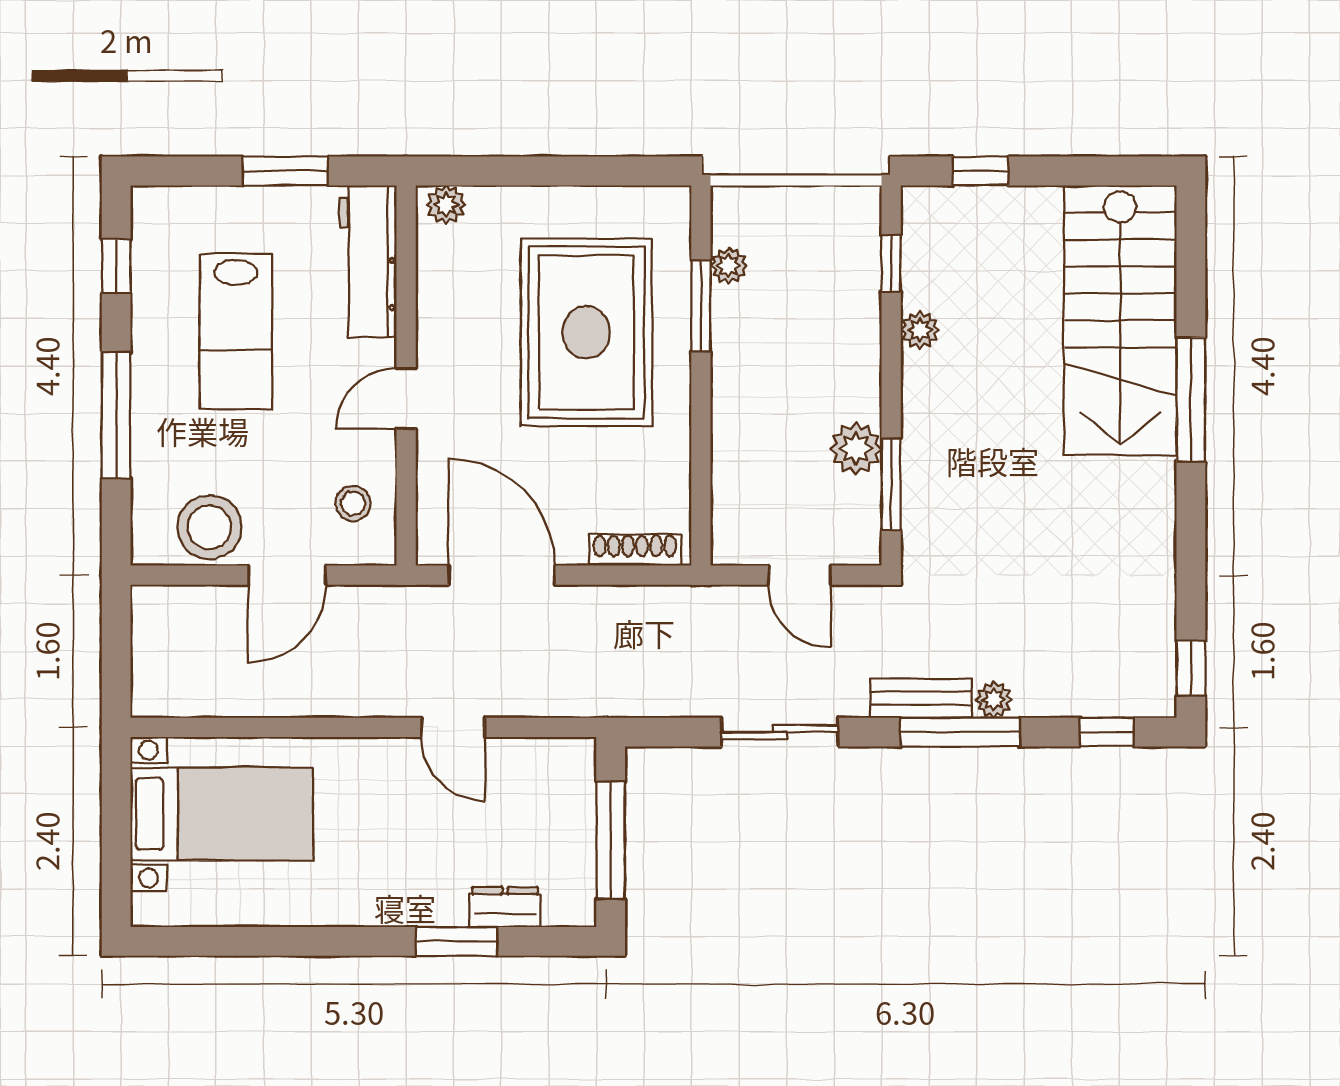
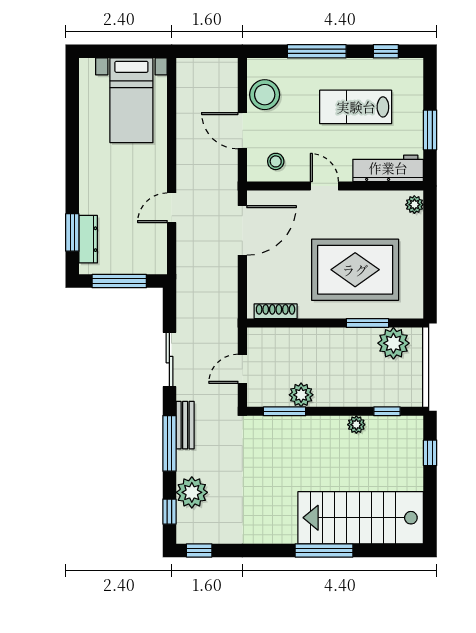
plant: (729, 266) -> (393, 343), width x1.88, depth x1.88
shoe rack: (635, 550) -> (276, 311), moved, turned -90
plant: (994, 700) -> (192, 492), moved, width x1.87, depth x1.87
dresser: (505, 907) -> (88, 239), width x1.44
window: (457, 941) -> (72, 232), moved

